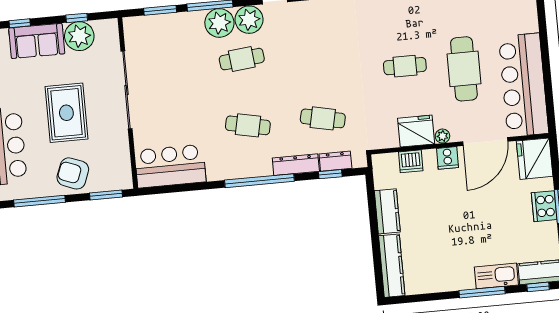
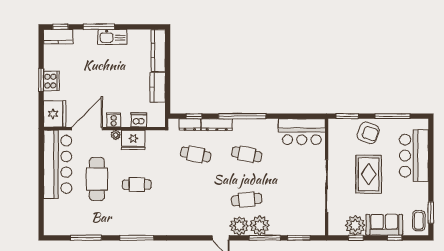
kitchen sink: (496, 276) -> (112, 37), moved

